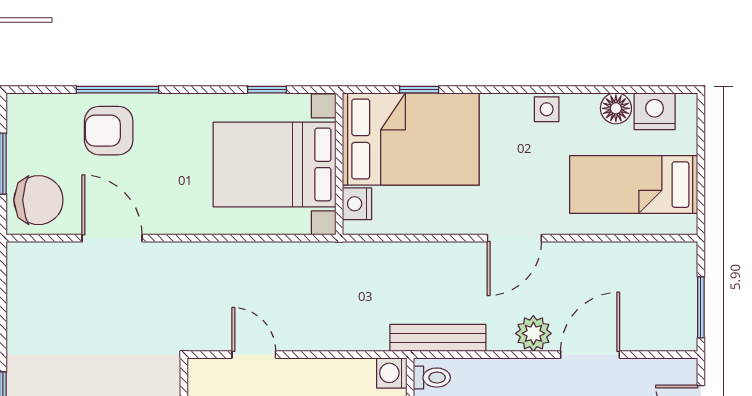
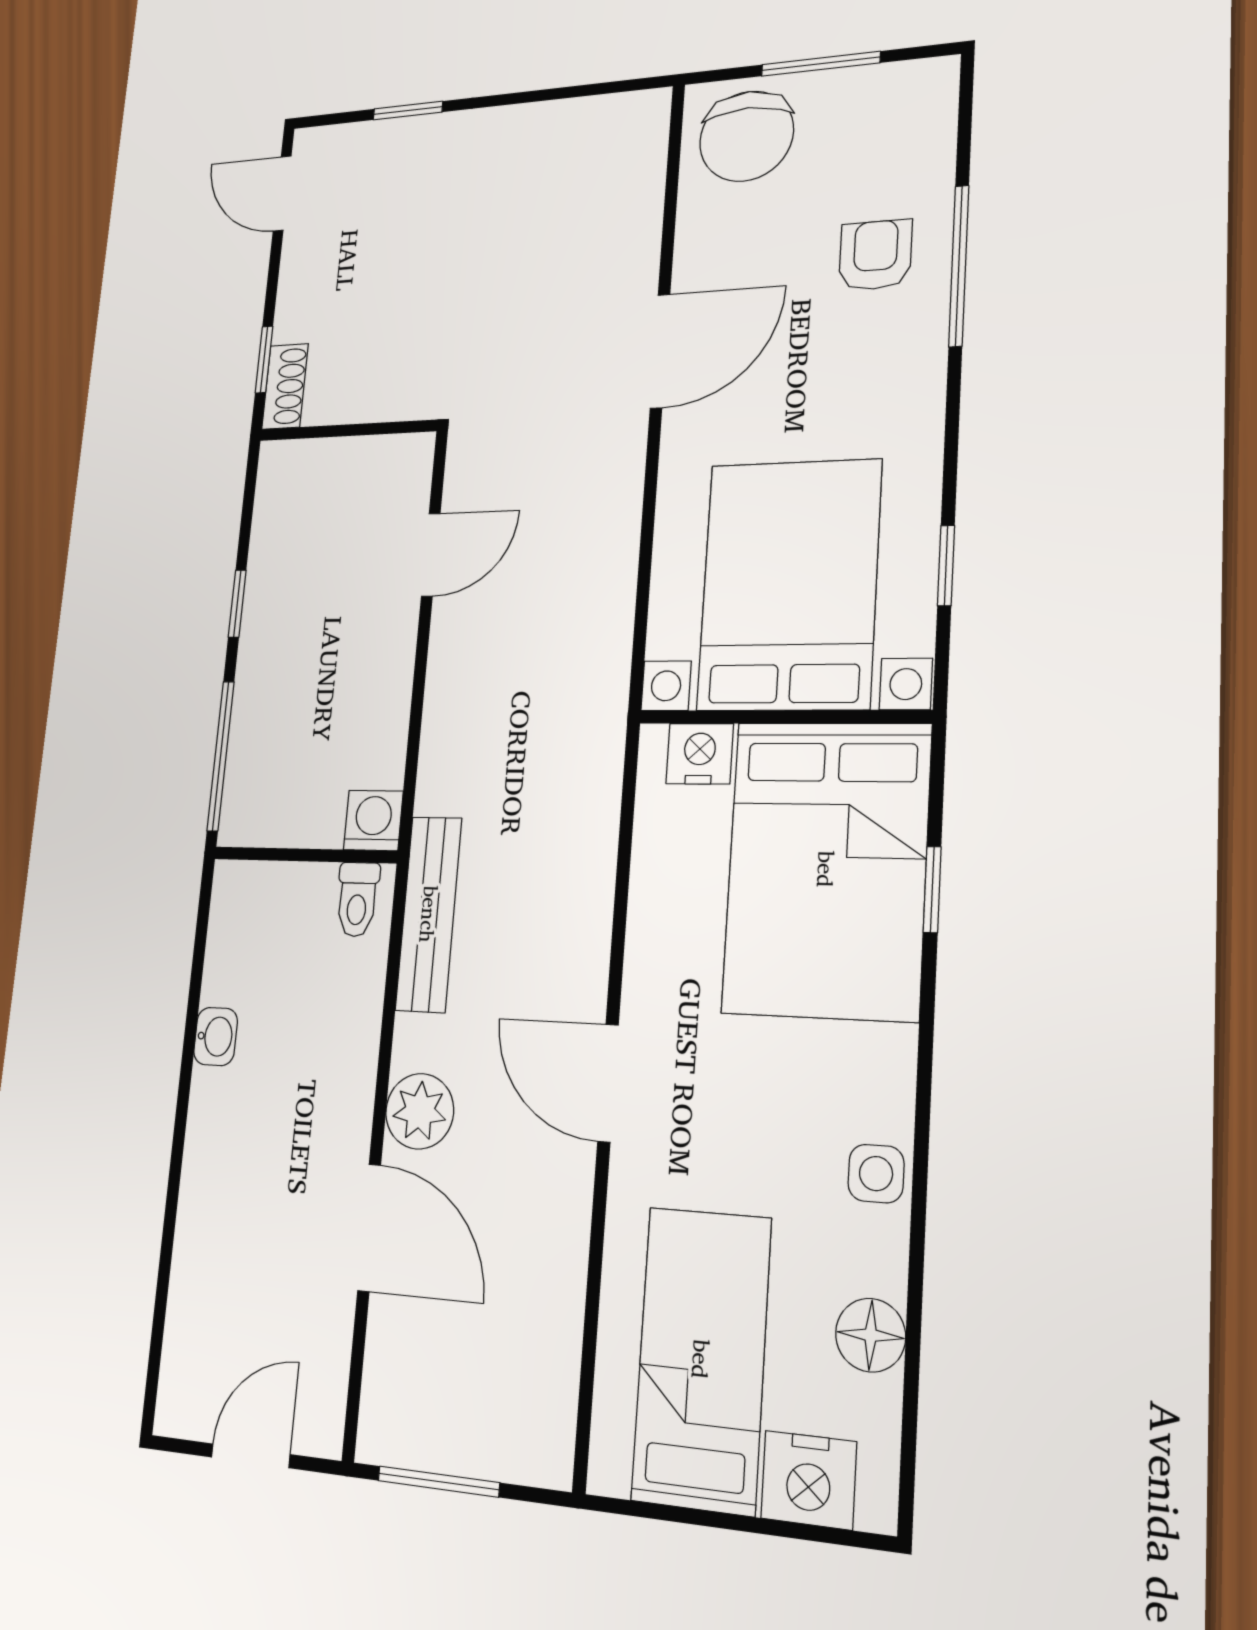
nightstand: (655, 111) -> (809, 1480), moved, turned 90
armchair: (109, 131) -> (875, 255), width x0.72, depth x0.72
door: (112, 238) -> (660, 351), moved

